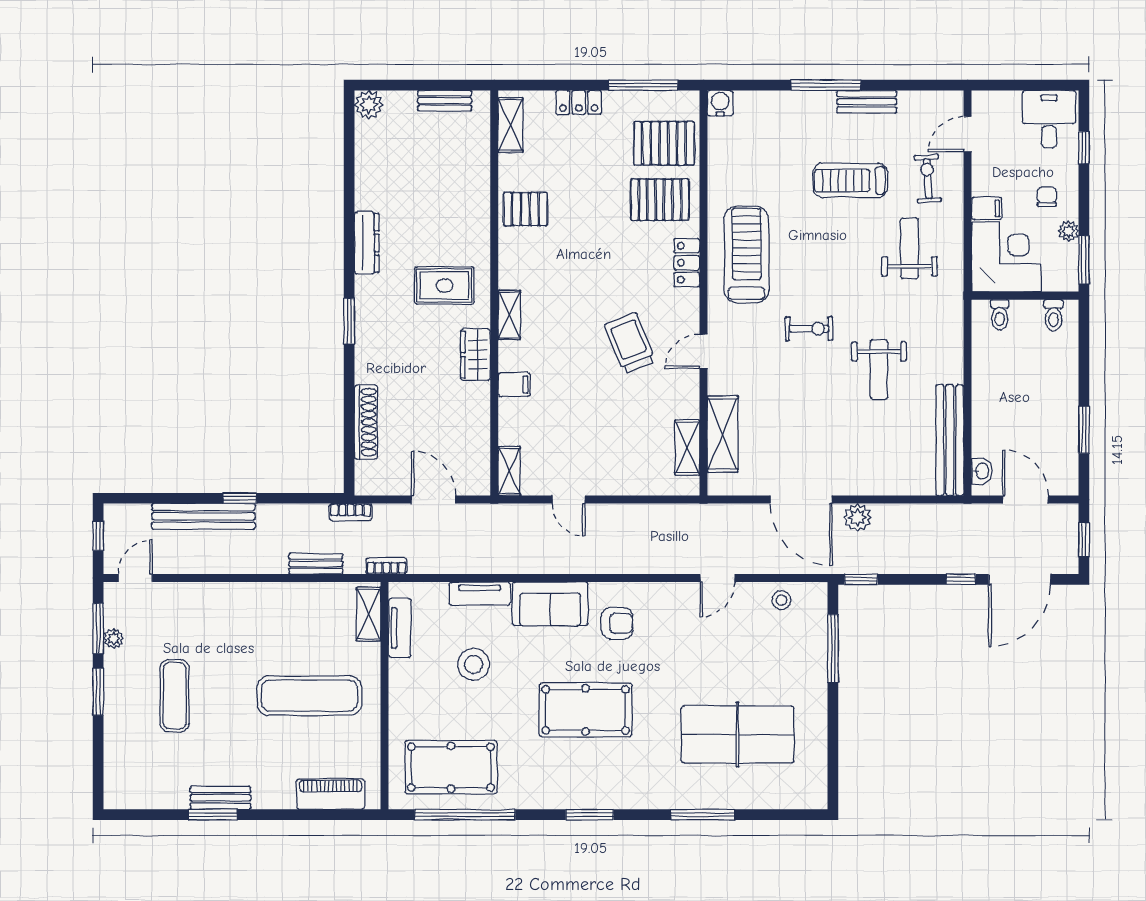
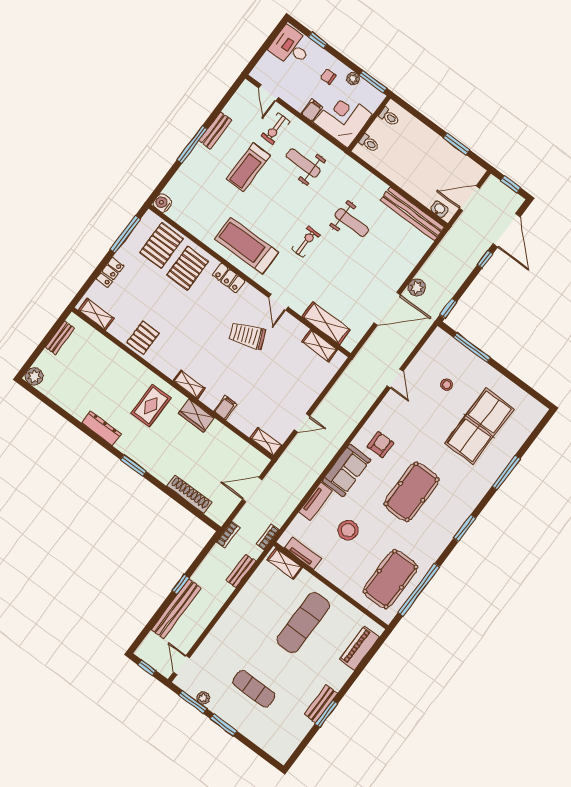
exercise bike: (928, 179) -> (276, 128), turned -86
stool: (781, 600) -> (447, 385), moved

